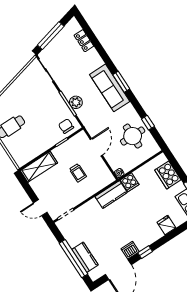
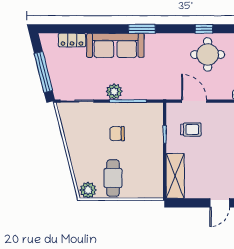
sofa: (110, 88) -> (115, 45), moved
plant: (76, 102) -> (114, 92), moved
chair: (66, 126) -> (117, 134), moved
trolley: (78, 173) -> (191, 129), moved

